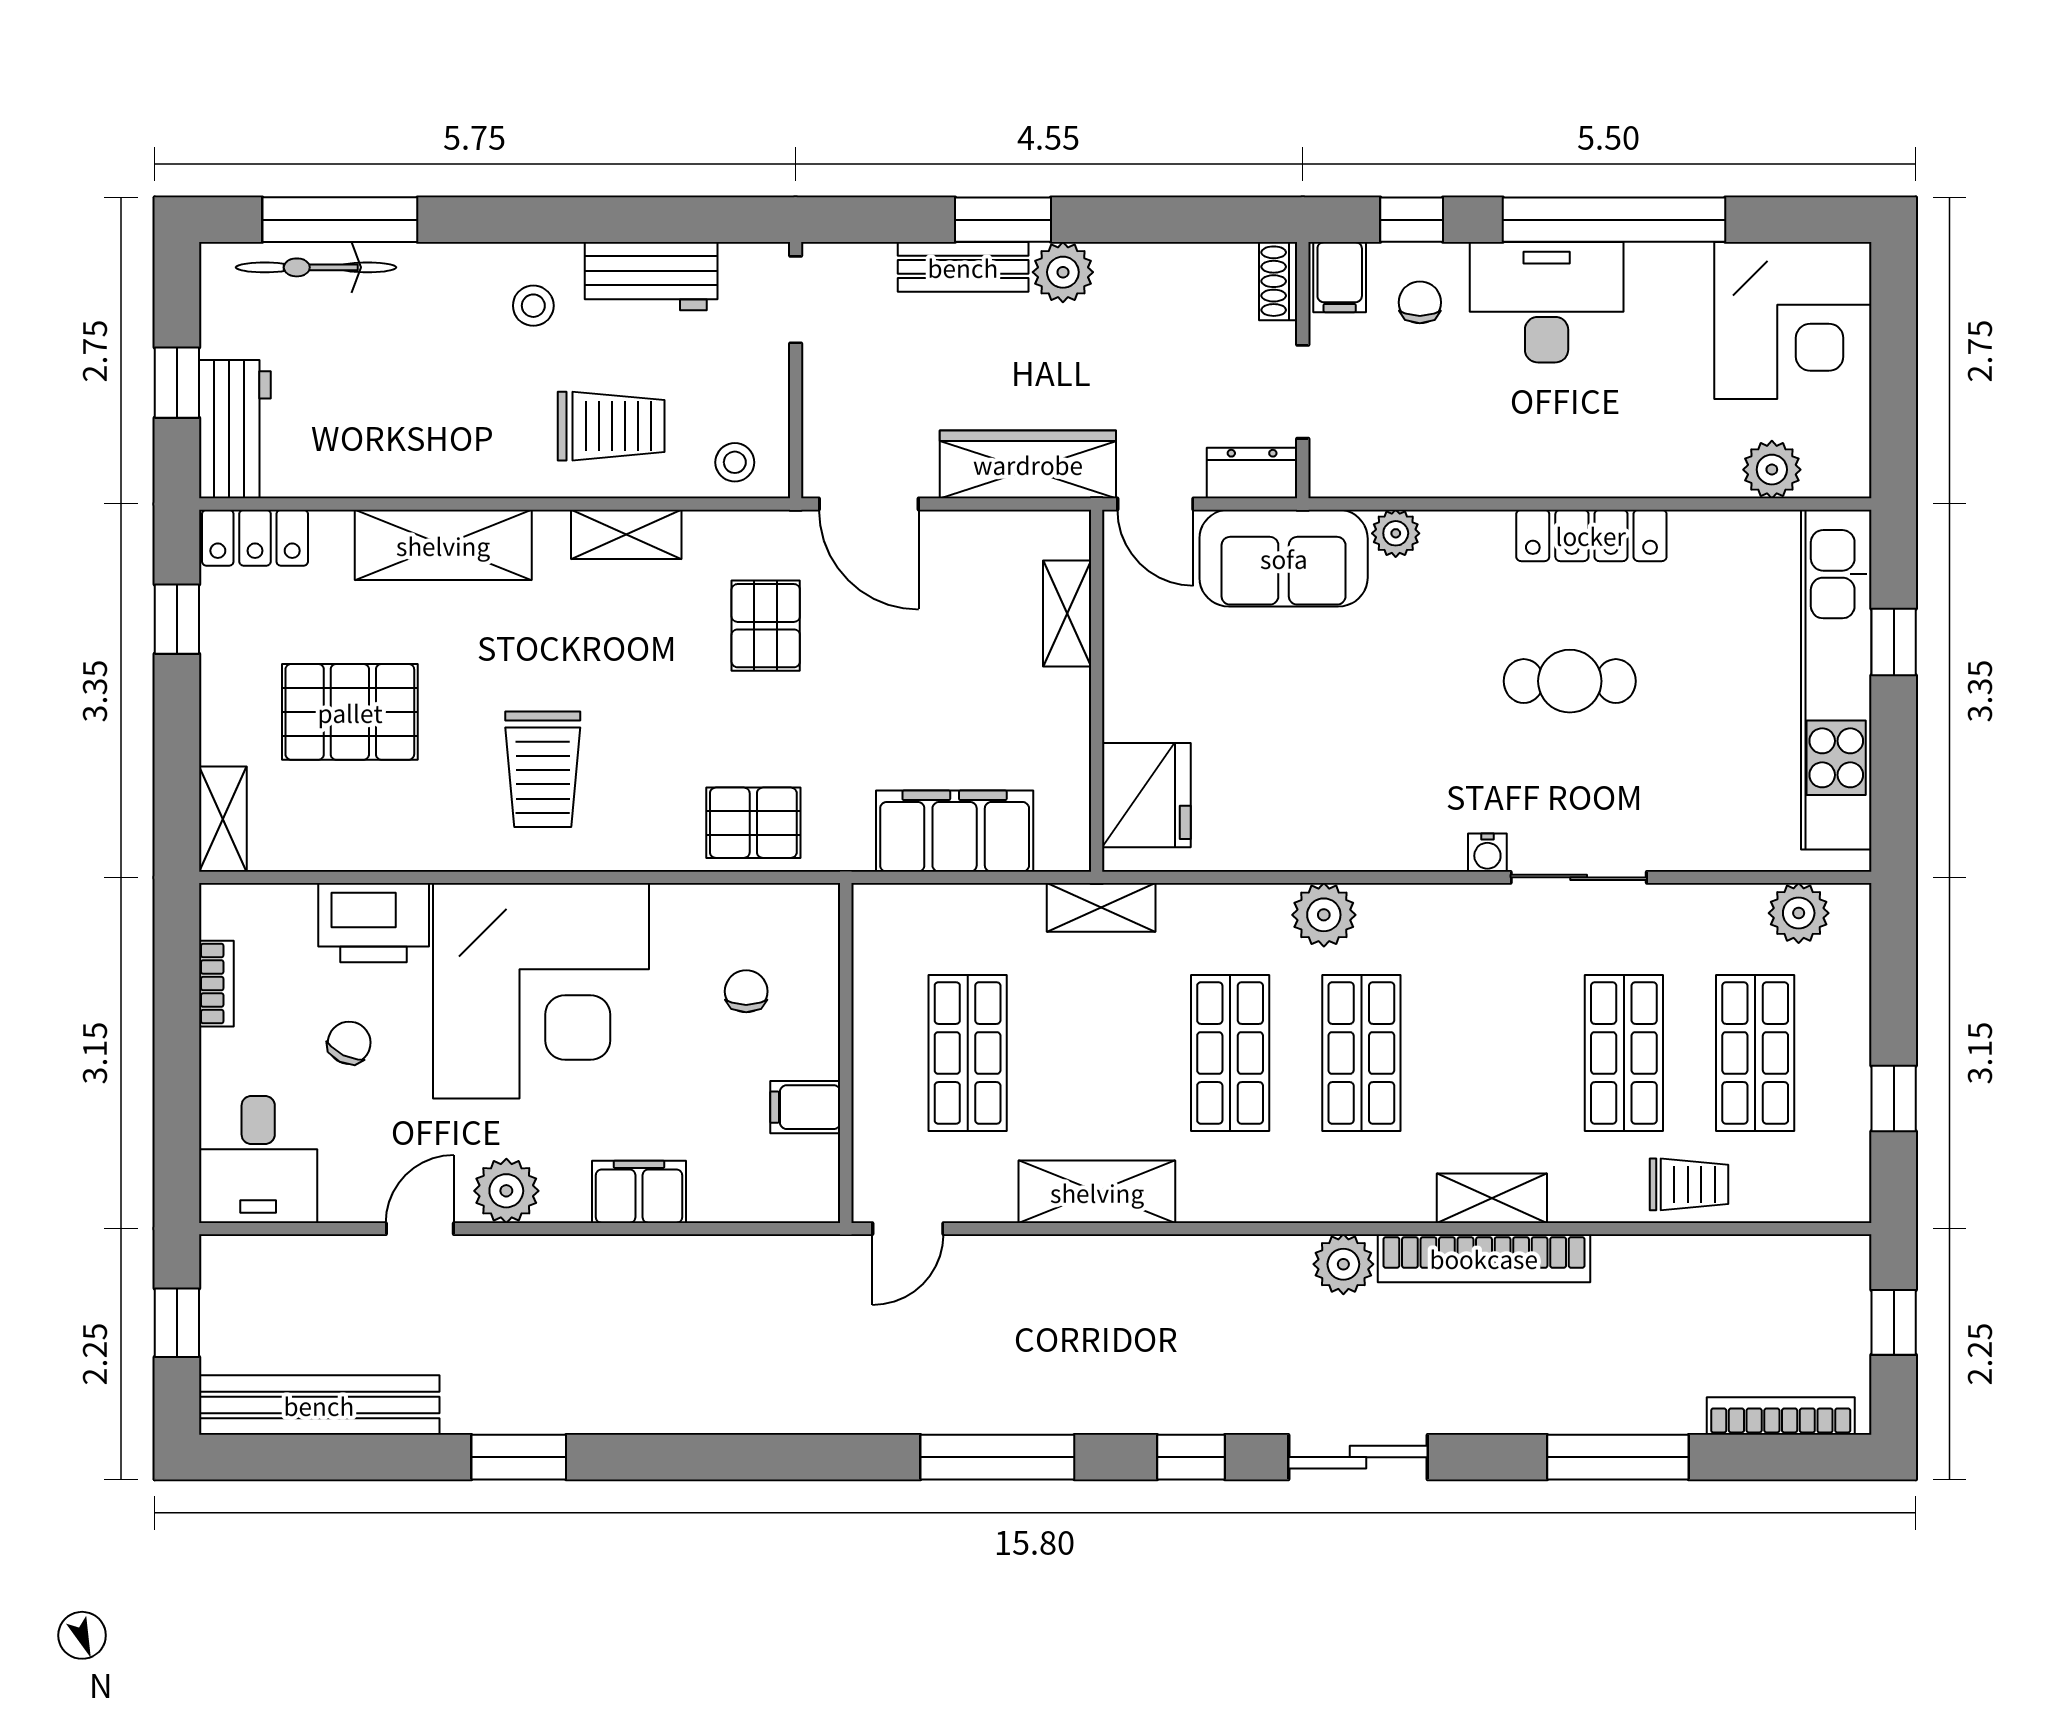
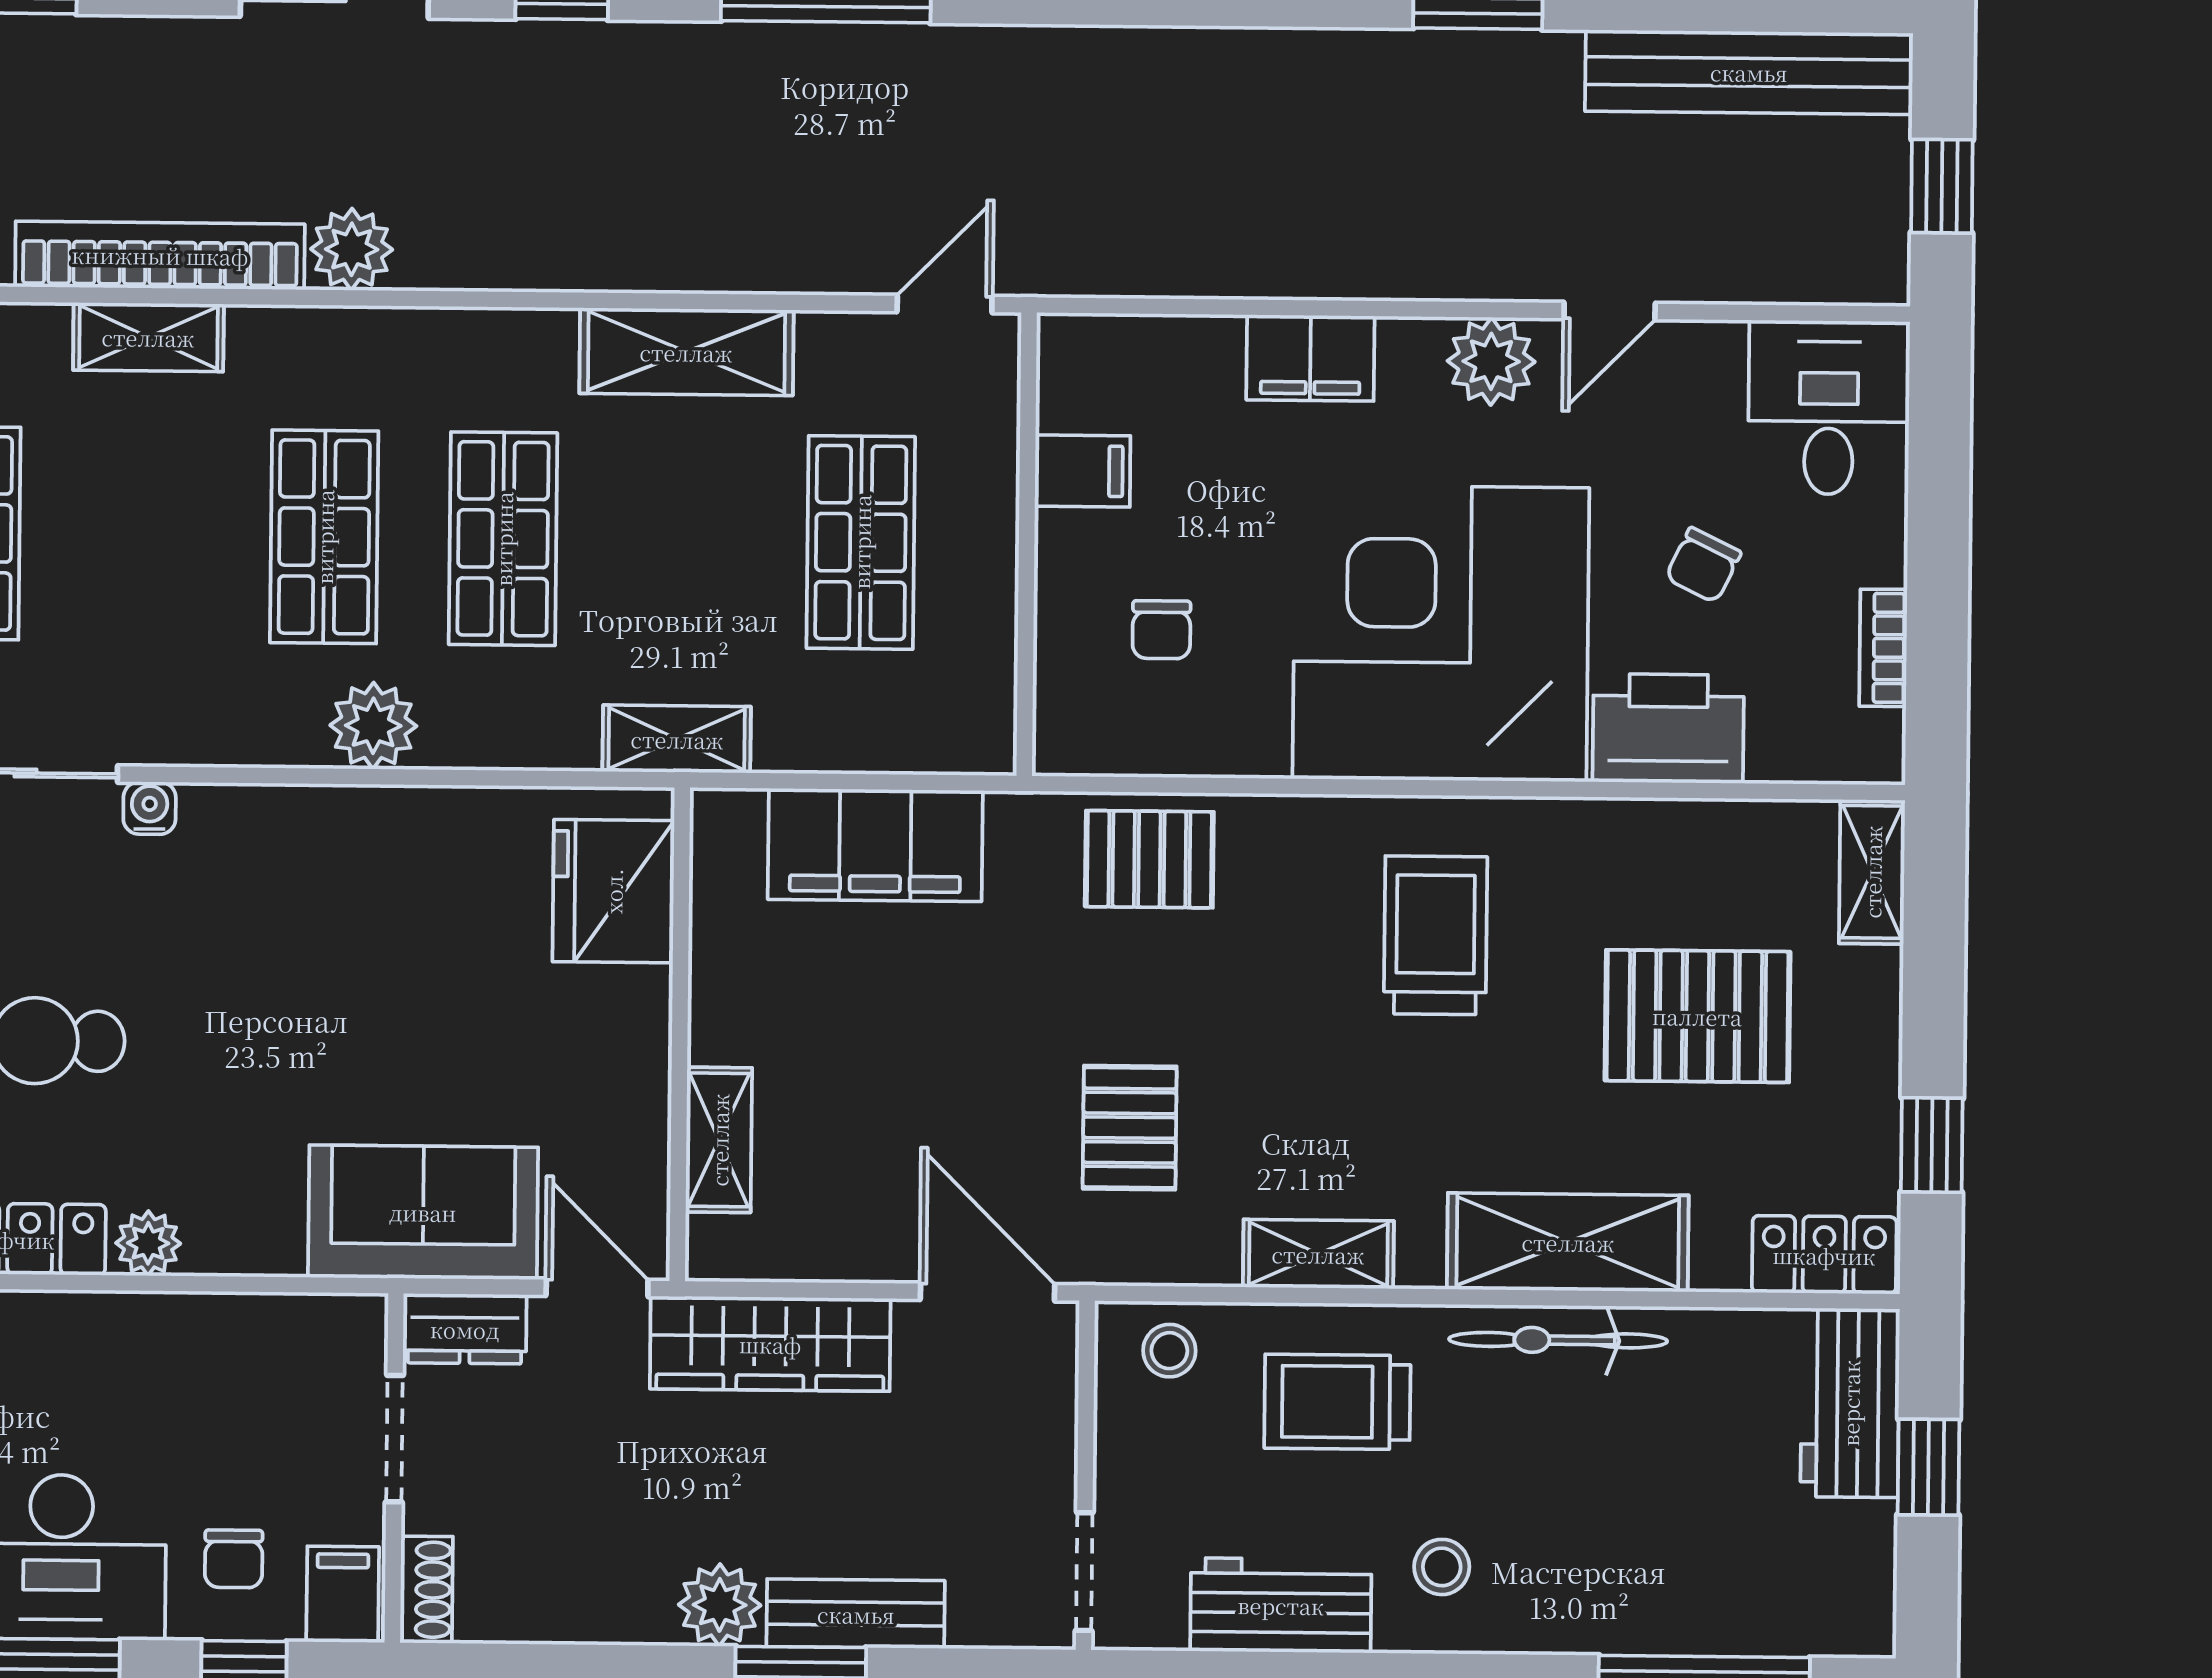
bicycle: (316, 267) -> (1558, 1340), moved, turned 180
plant: (1396, 533) -> (148, 1243), moved

